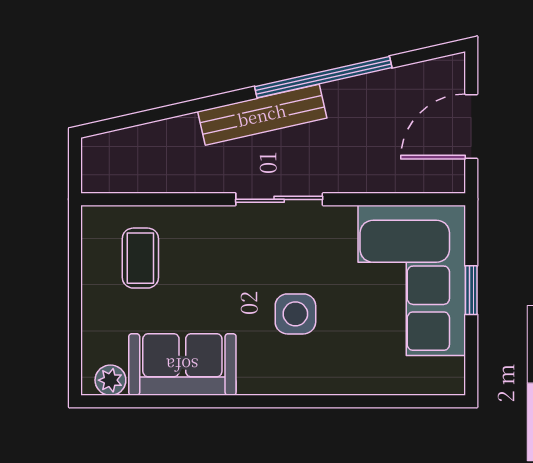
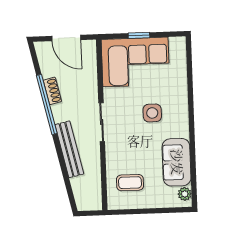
shoe rack: (353, 91) -> (52, 91), added
bench: (262, 115) -> (69, 149), moved

